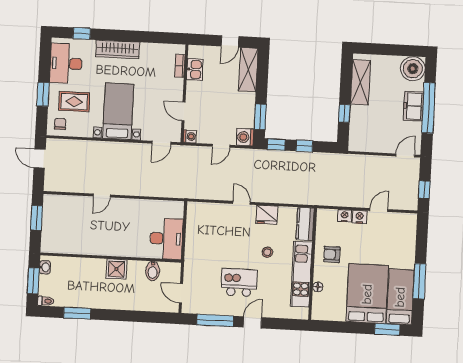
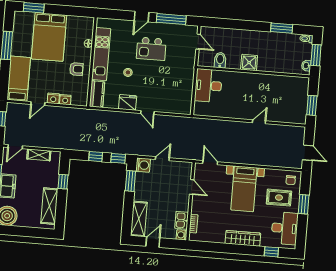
washing machine: (190, 136) -> (182, 235), moved
door: (161, 143) -> (210, 163), hinge flipped
shelving: (376, 146) -> (39, 155), added
bed: (400, 297) -> (19, 79), moved, turned 180

